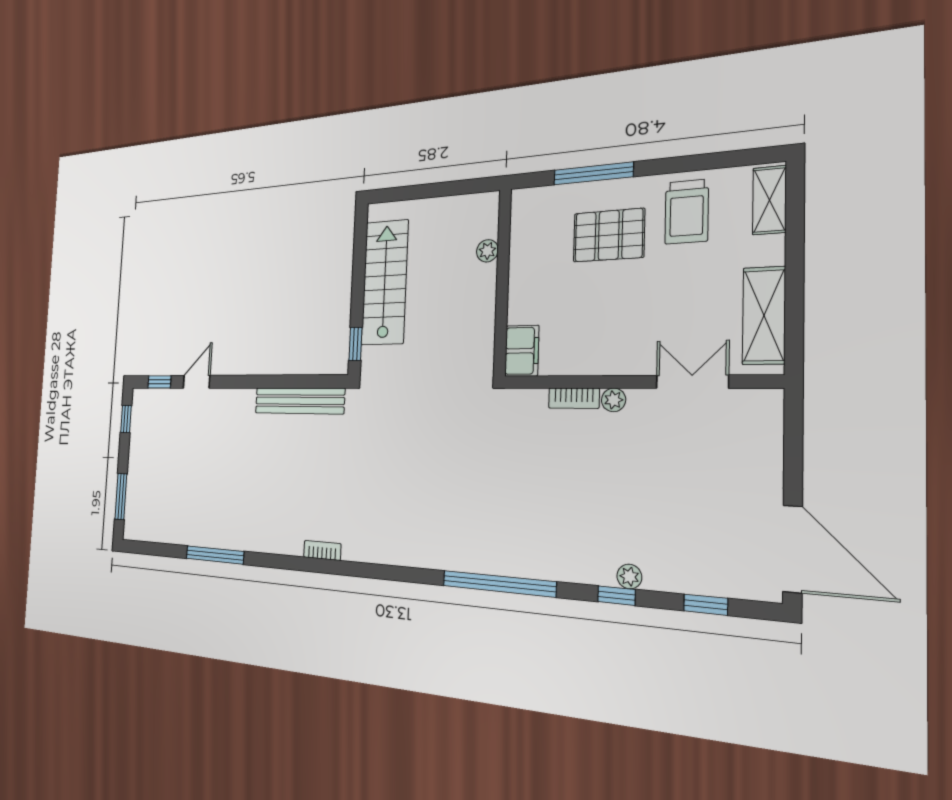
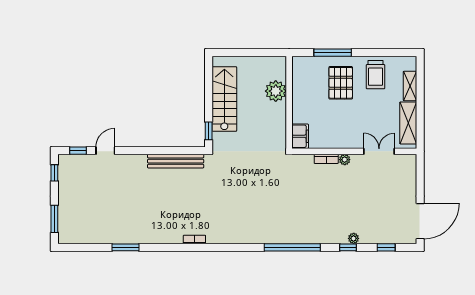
shelving: (769, 200) -> (410, 86), moved
pallet: (609, 235) -> (341, 83), turned 90
plant: (487, 251) -> (276, 91), width x1.88, depth x1.88
door: (793, 549) -> (420, 221), hinge flipped
window: (215, 555) -> (125, 247), width x0.69

